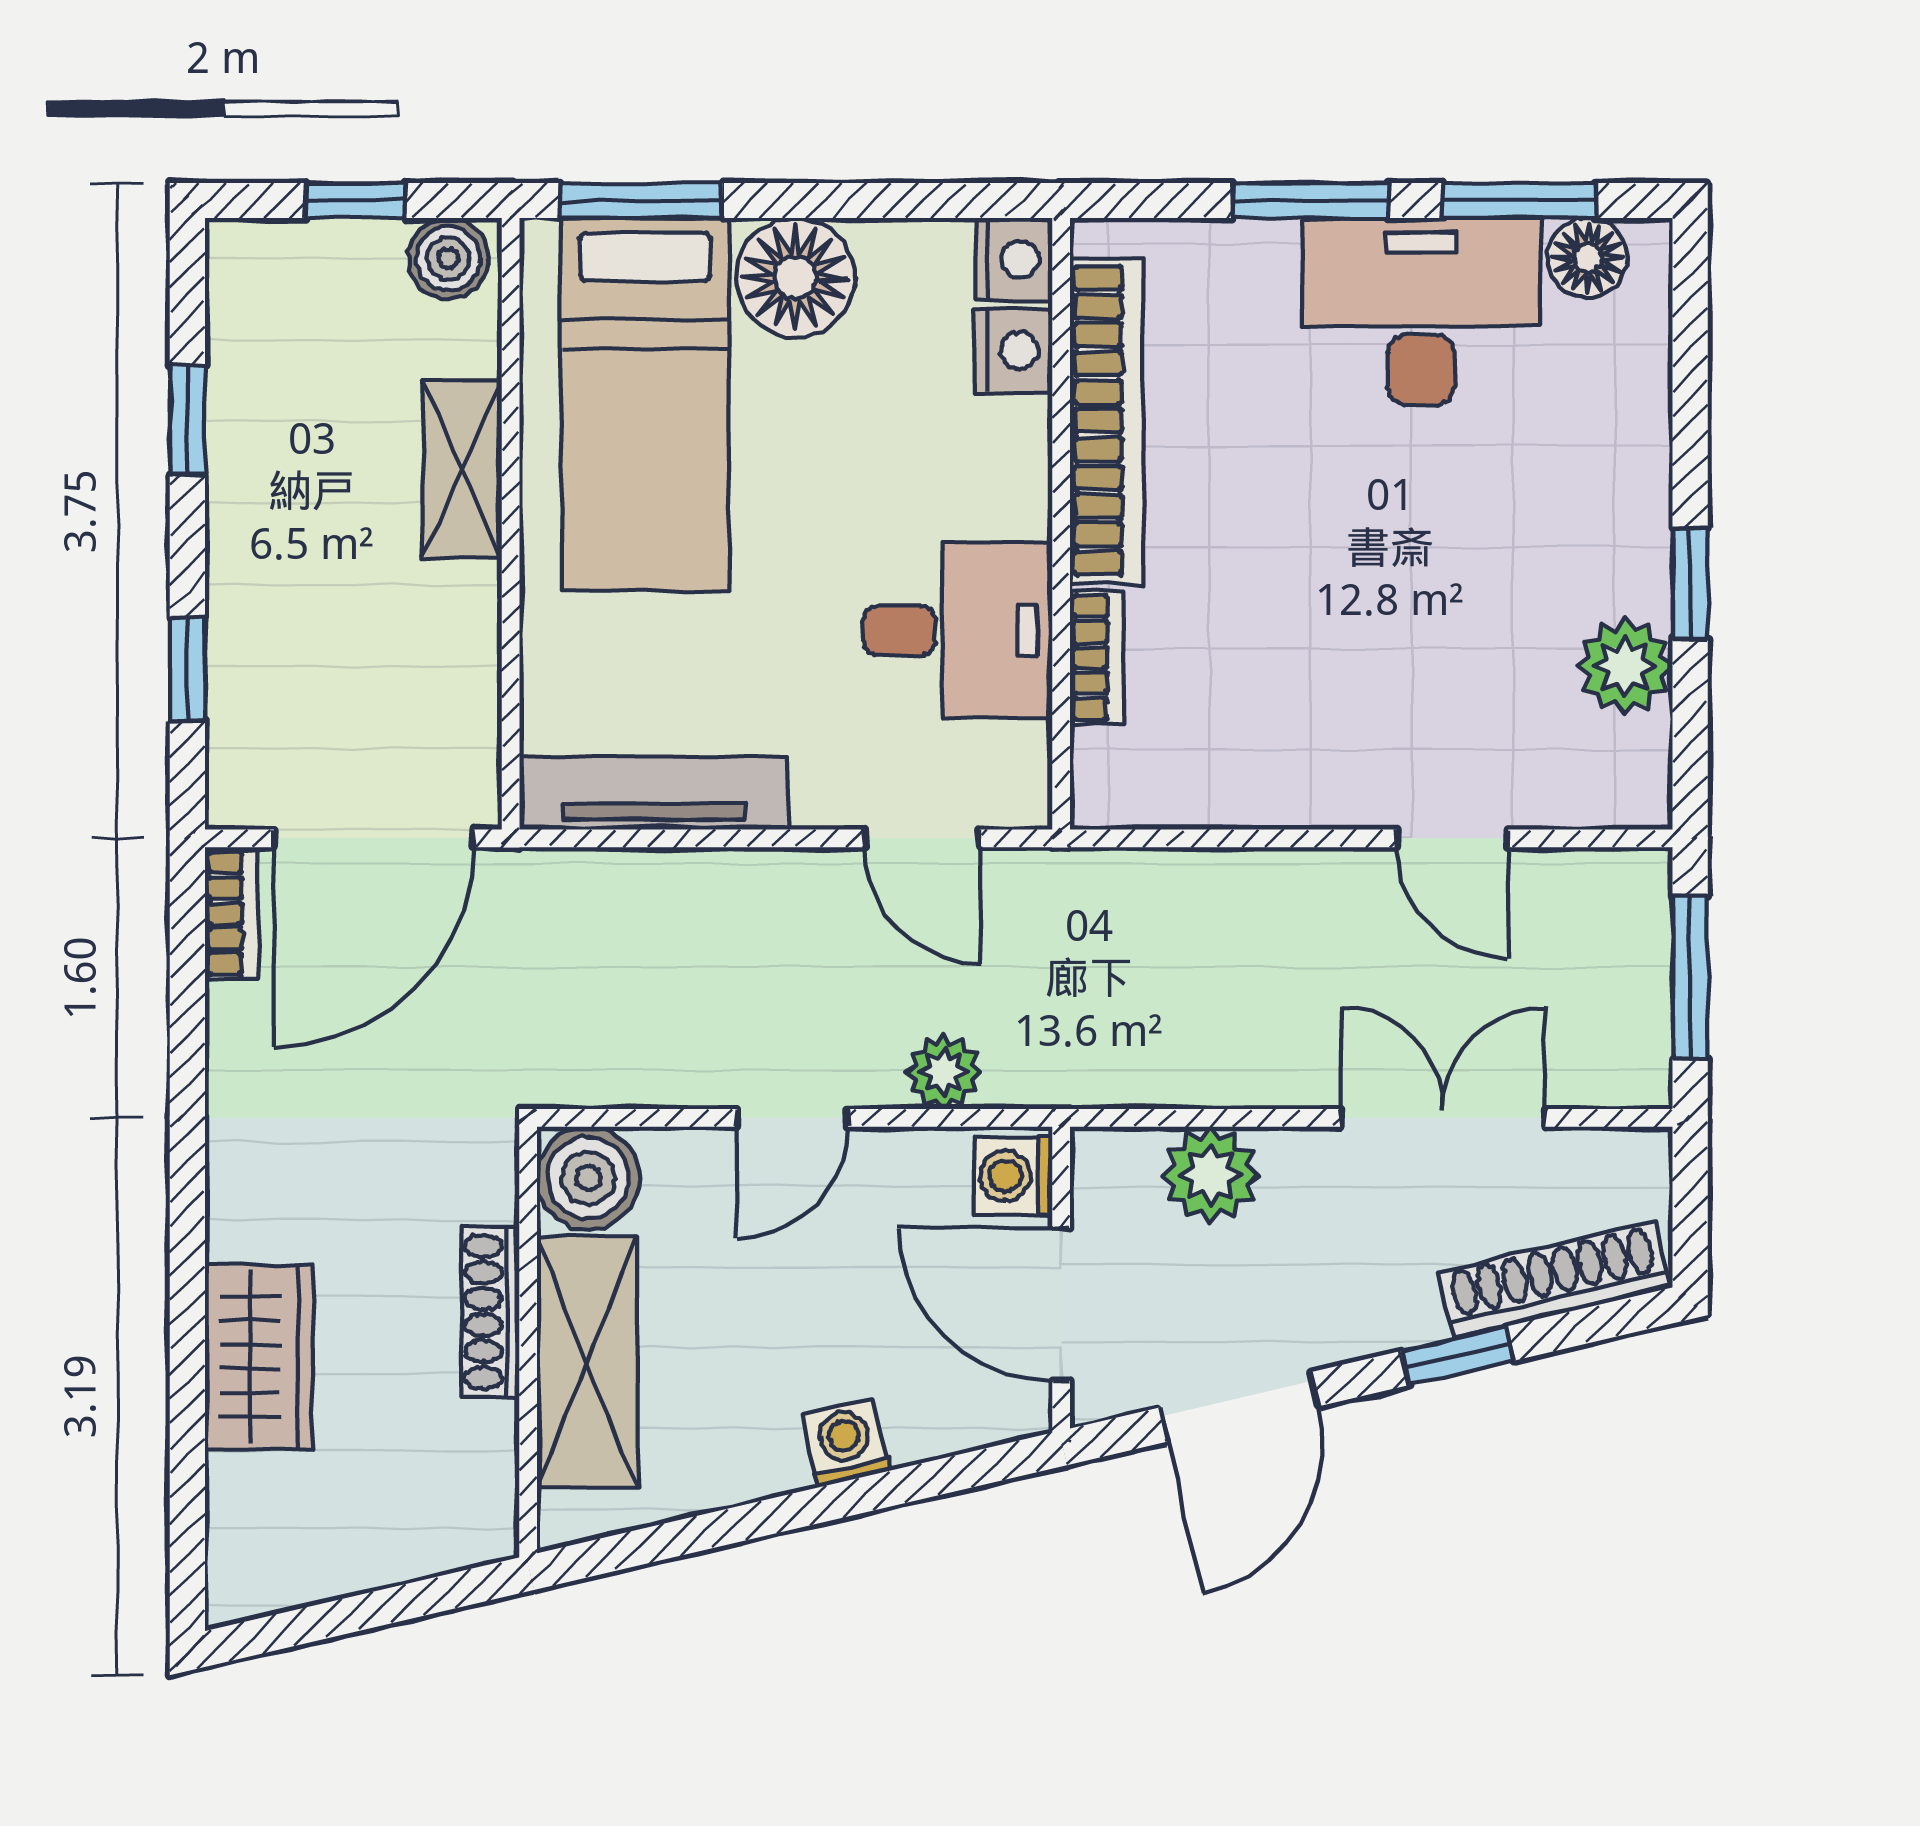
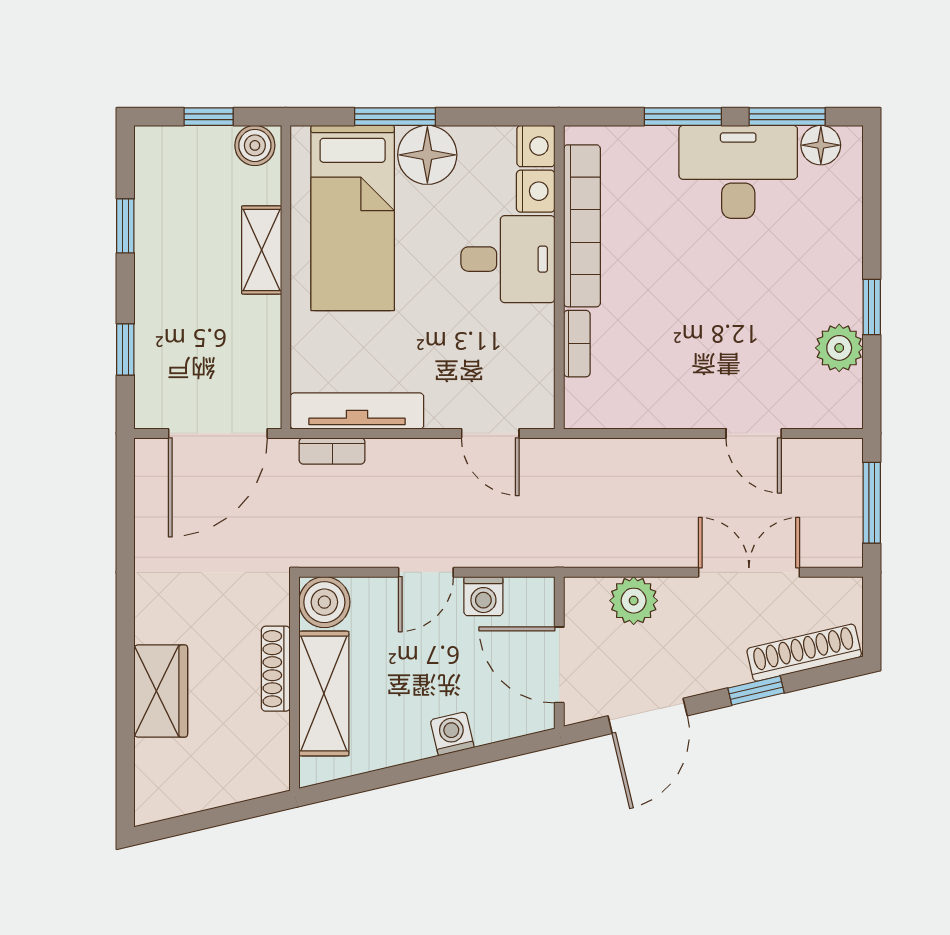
window: (641, 200) -> (395, 117), moved
desk: (958, 631) -> (508, 259), moved
bookcase: (231, 913) -> (332, 451), moved, turned 90
plant: (944, 1072) -> (501, 549), removed
washing machine: (1013, 1176) -> (483, 596), moved, turned -90

